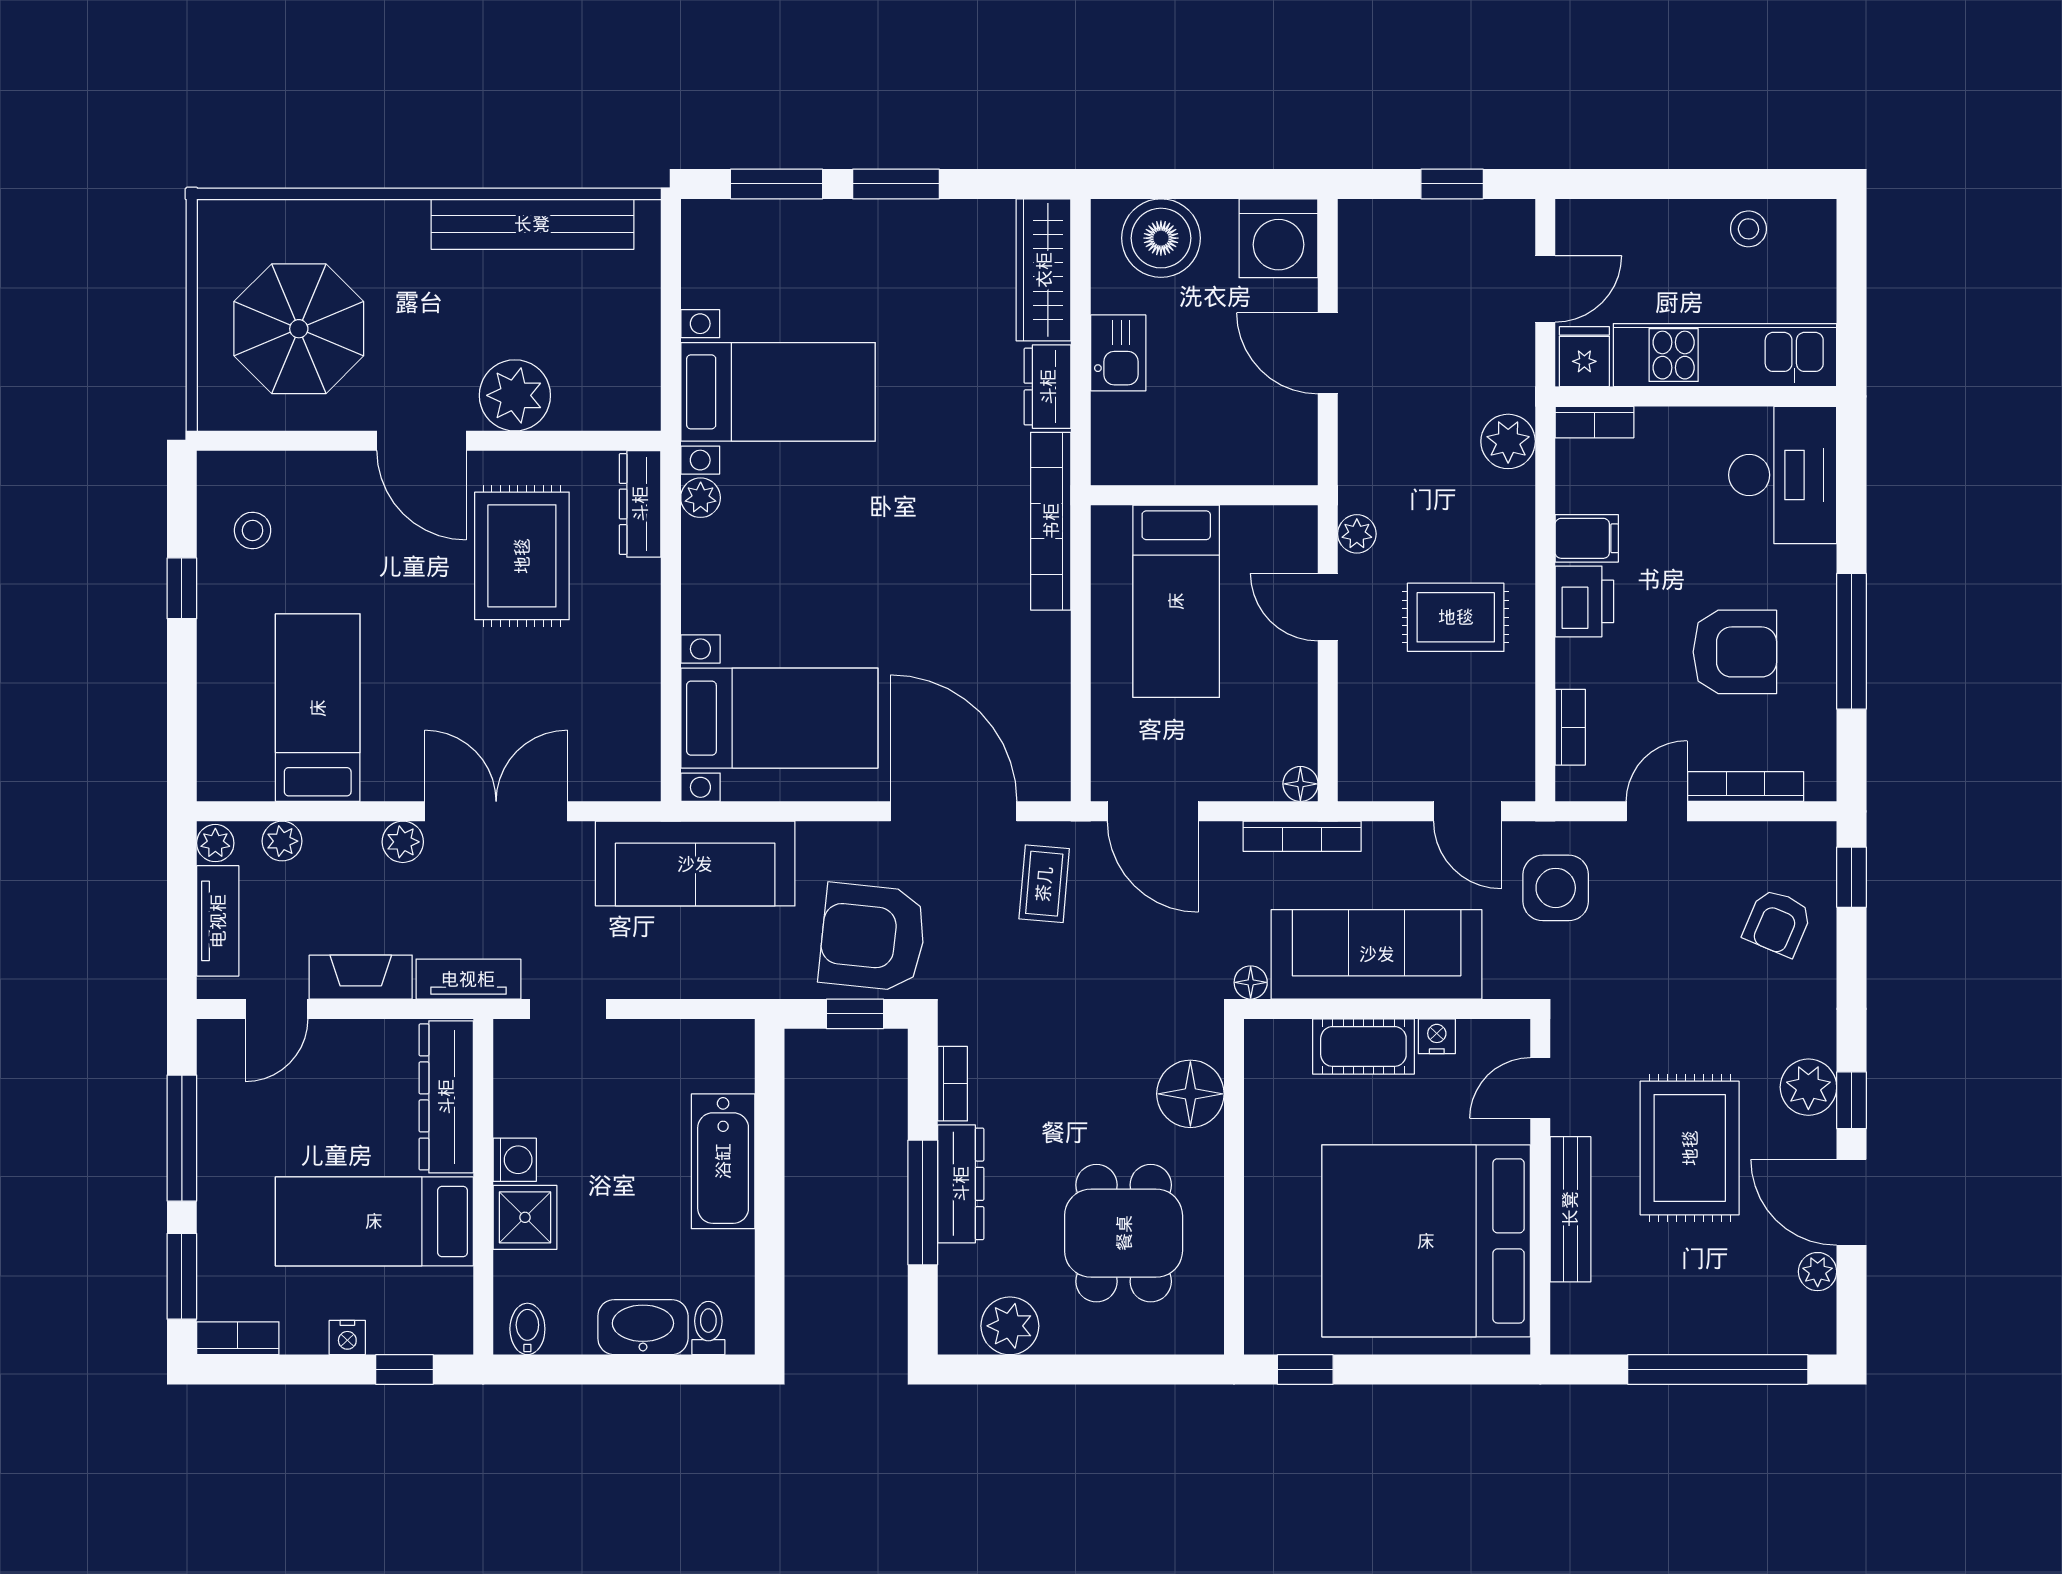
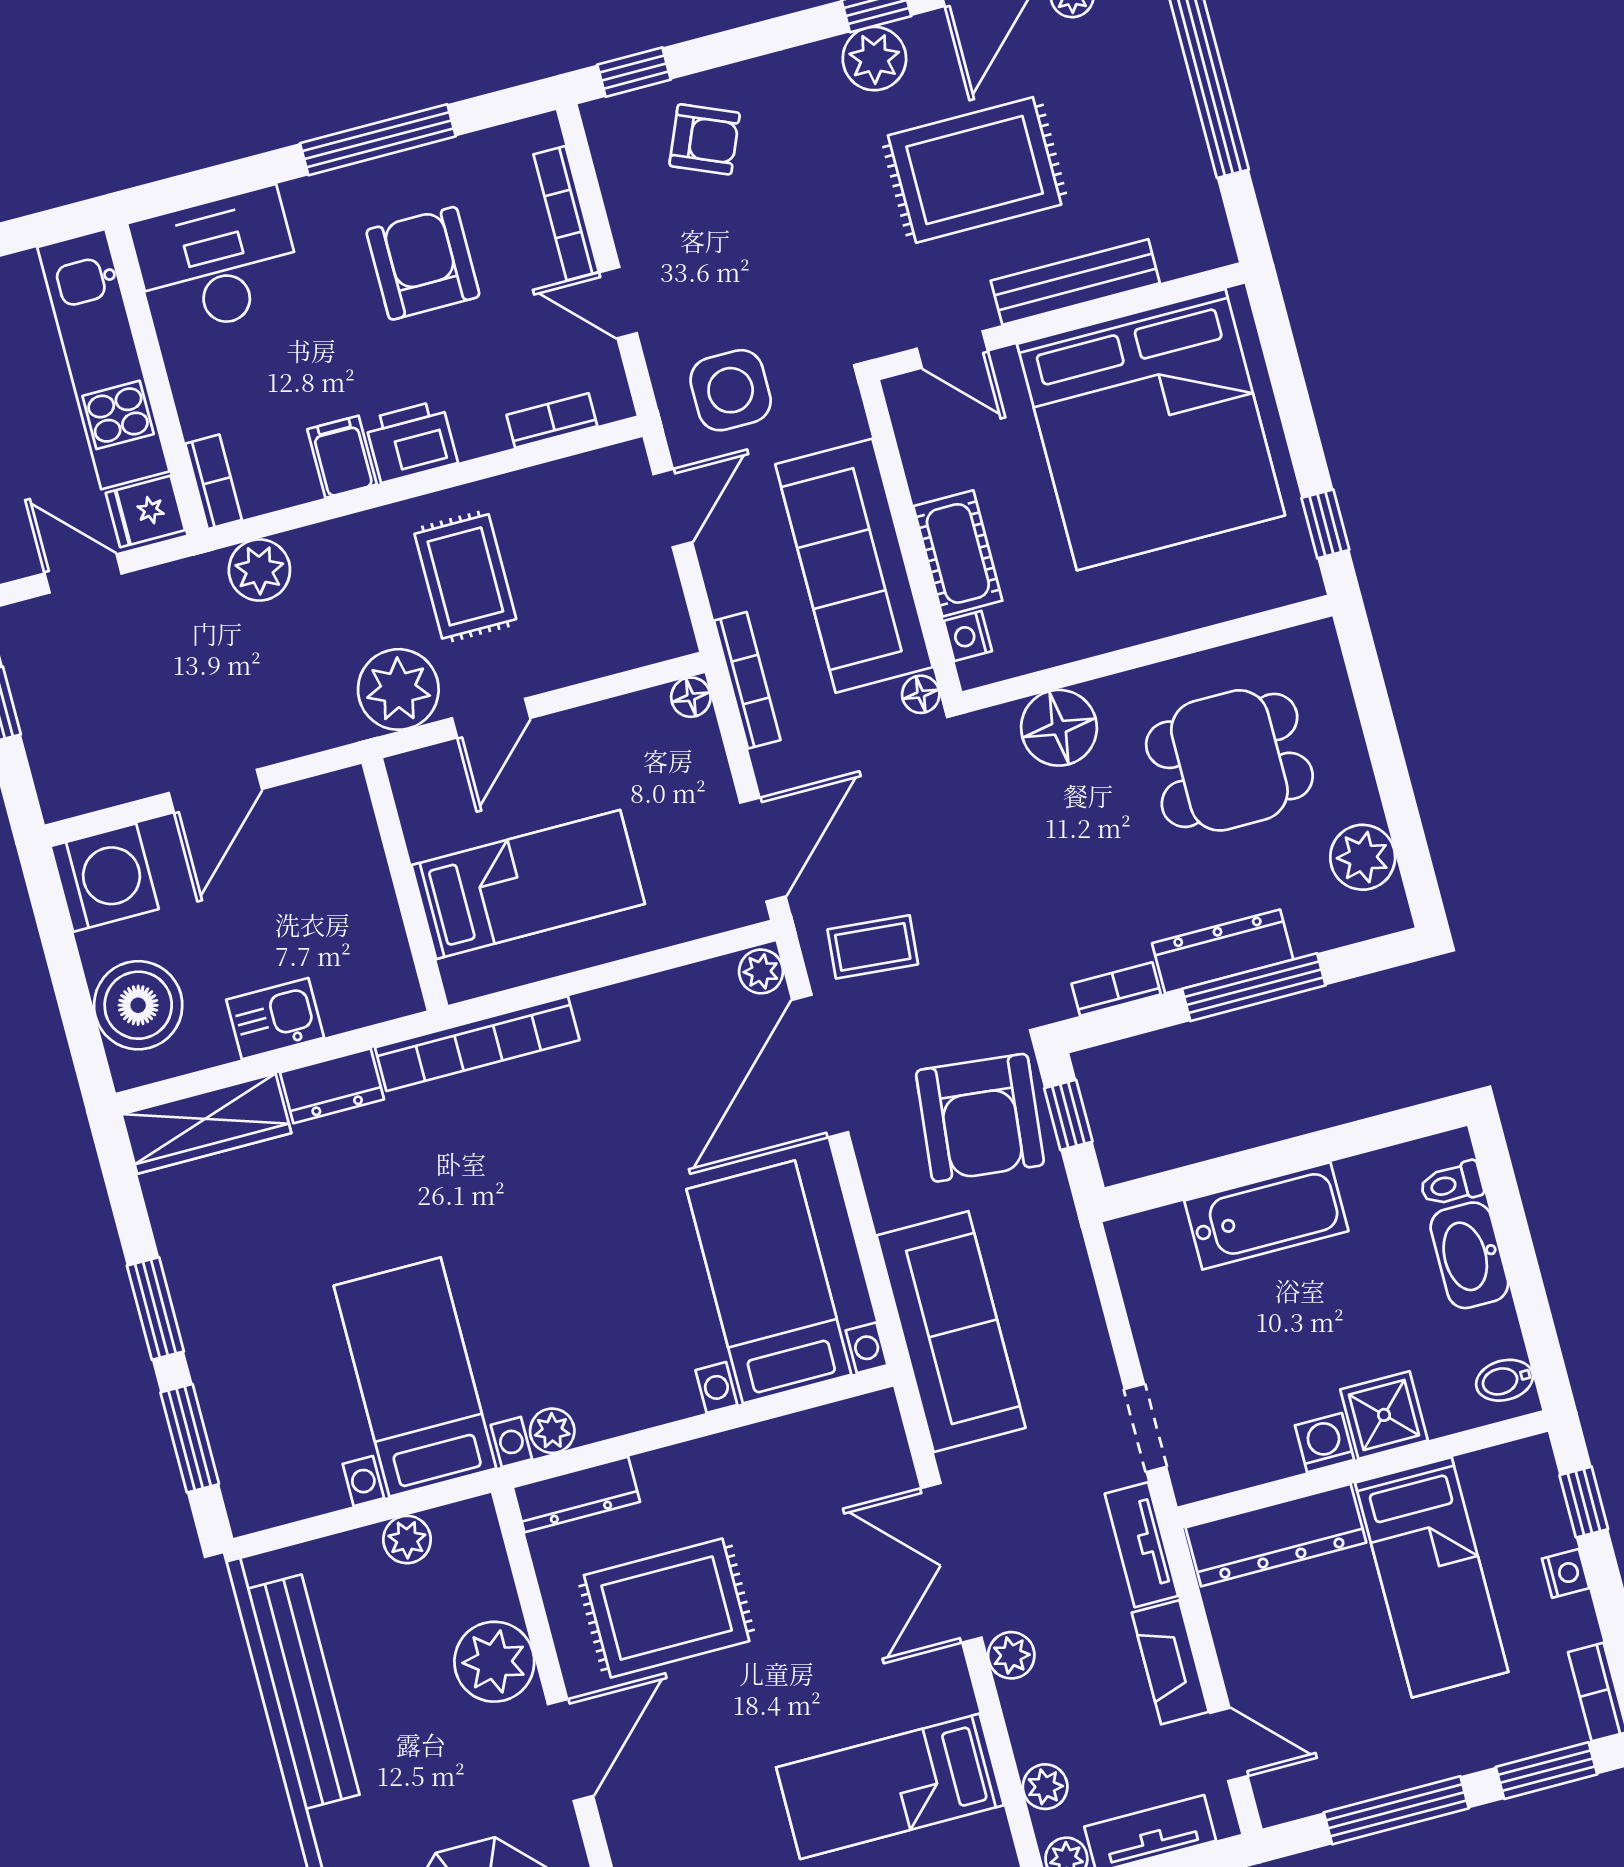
plant: (640, 348) -> (407, 1540), added
plant: (1357, 534) -> (398, 689), width x1.88, depth x1.88
plant: (1048, 782) -> (761, 971), added
nightstand: (1437, 1036) -> (968, 636), moved

